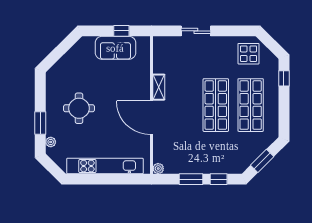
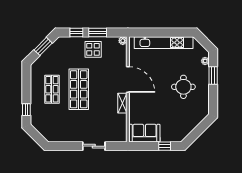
window: (121, 31) -> (165, 146), moved
sofa: (115, 48) -> (145, 133), moved
display table: (248, 54) -> (93, 49), moved
shop shelf: (251, 105) -> (52, 89), width x0.70, depth x0.74

